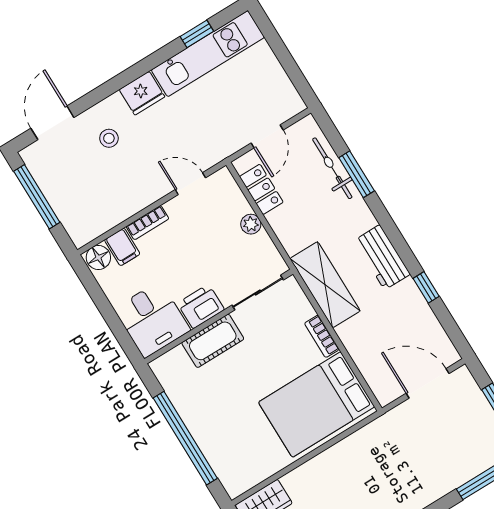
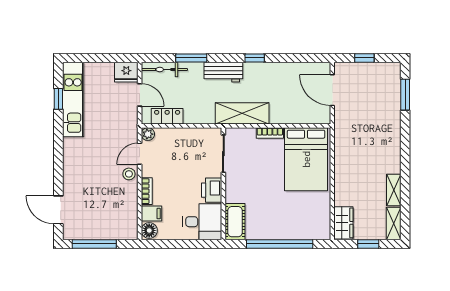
fridge: (142, 93) -> (126, 72), moved, turned 90
stool: (109, 138) -> (129, 174), moved
bicycle: (332, 168) -> (164, 69), moved
plant: (251, 224) -> (148, 134), moved
workbench: (382, 257) -> (223, 72), moved
window: (426, 287) -> (255, 58), moved
cot: (213, 341) -> (235, 222), moved
door: (428, 383) -> (332, 90), hinge flipped

